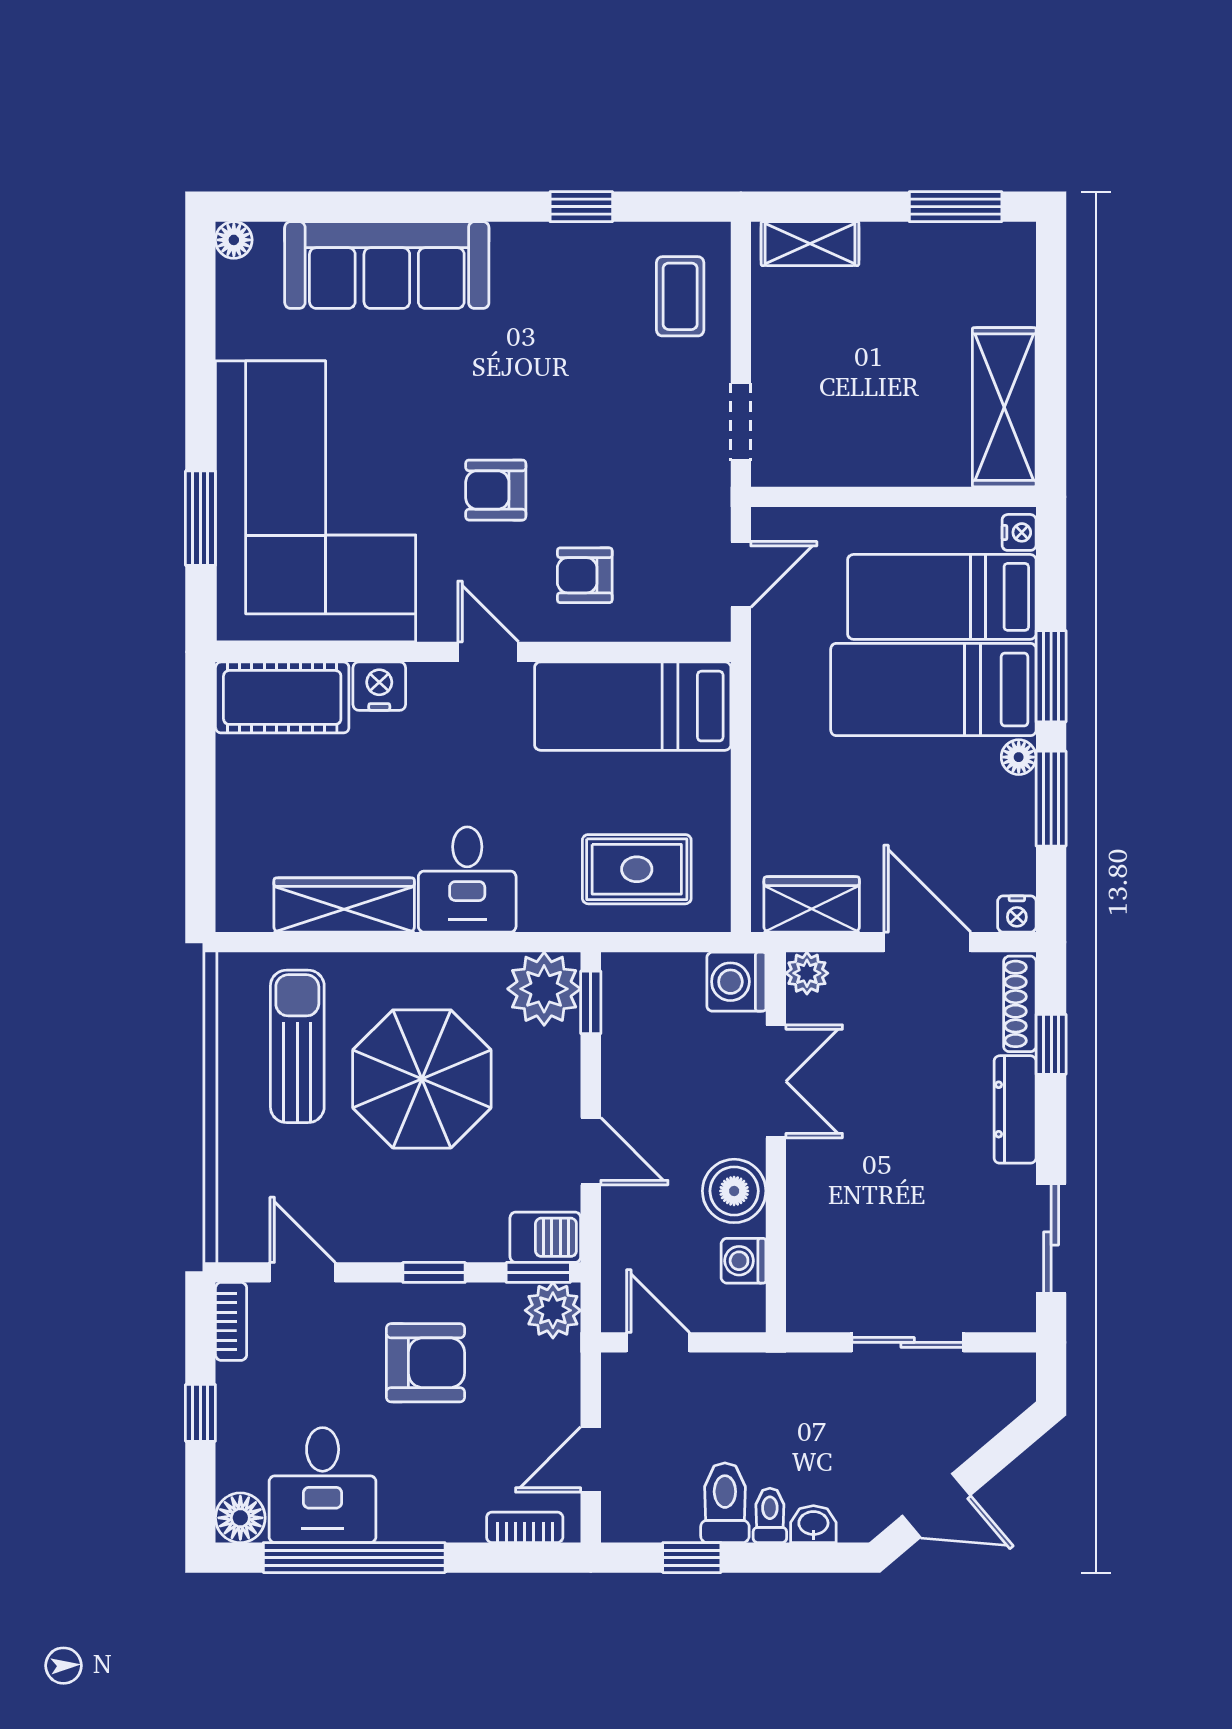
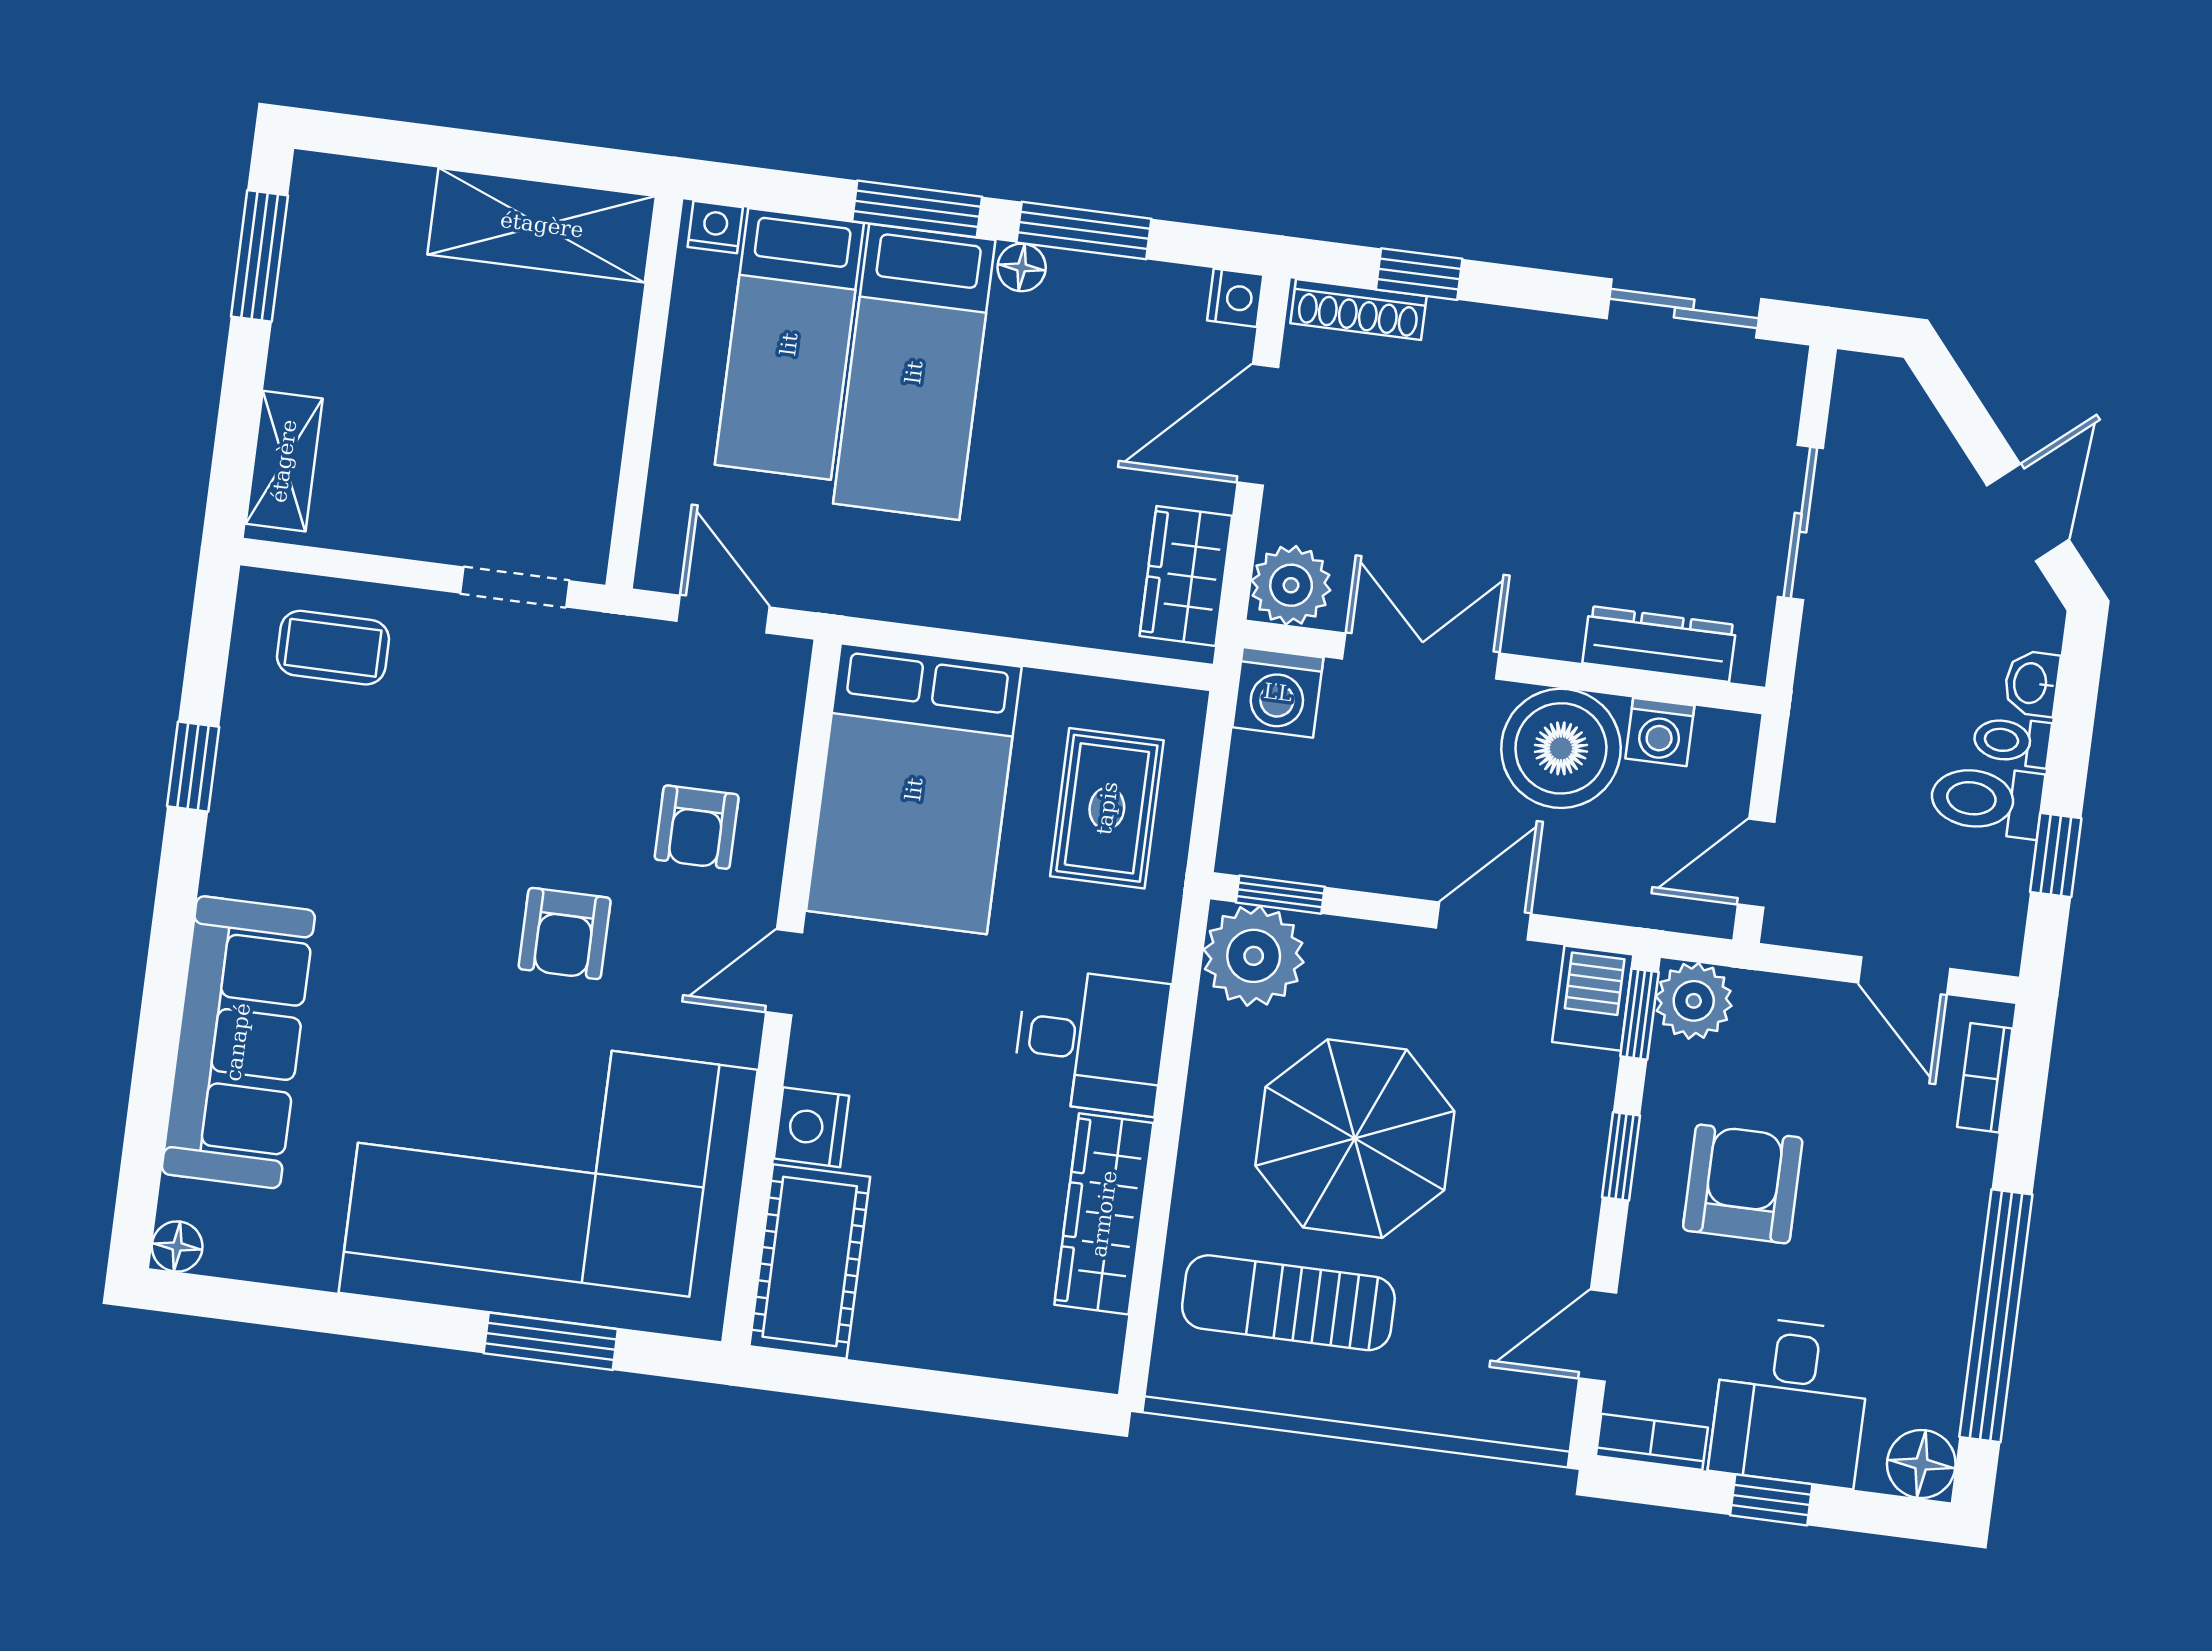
bed: (633, 706) -> (914, 789), width x1.50
plant: (807, 973) -> (1291, 585), width x1.38, depth x1.38
dresser: (1015, 1109) -> (1659, 644), moved, turned 180
boiler: (734, 1191) -> (1561, 748), width x1.37, depth x1.37
desk: (323, 1485) -> (1791, 1402), moved, turned 90

